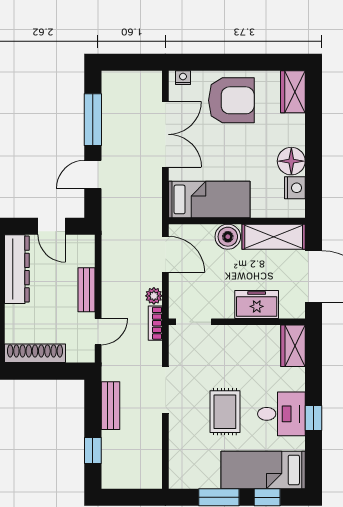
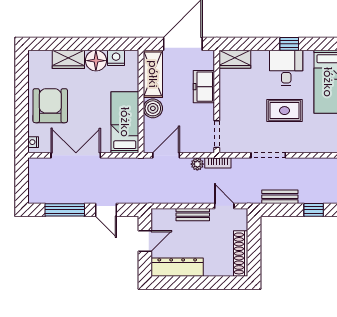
wardrobe: (293, 92) -> (68, 59), moved

